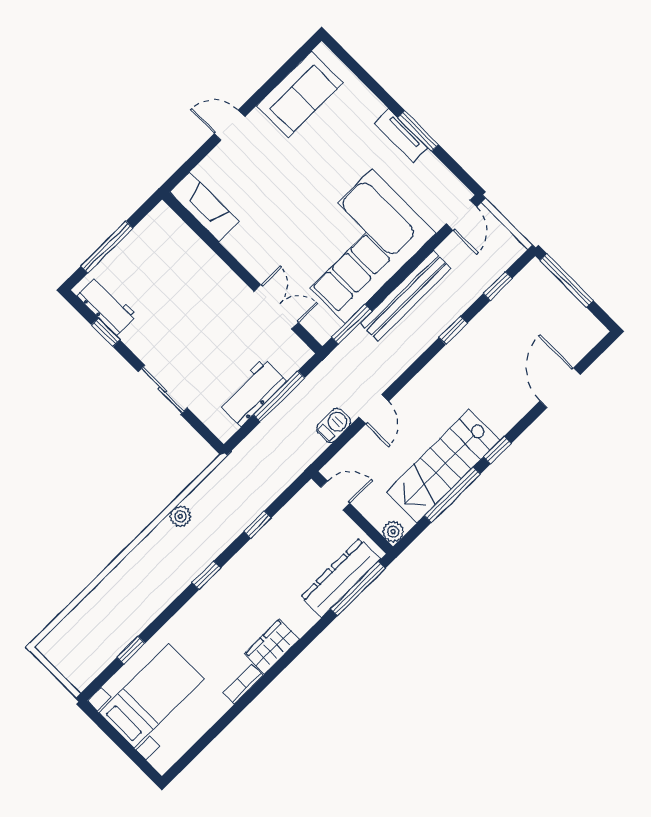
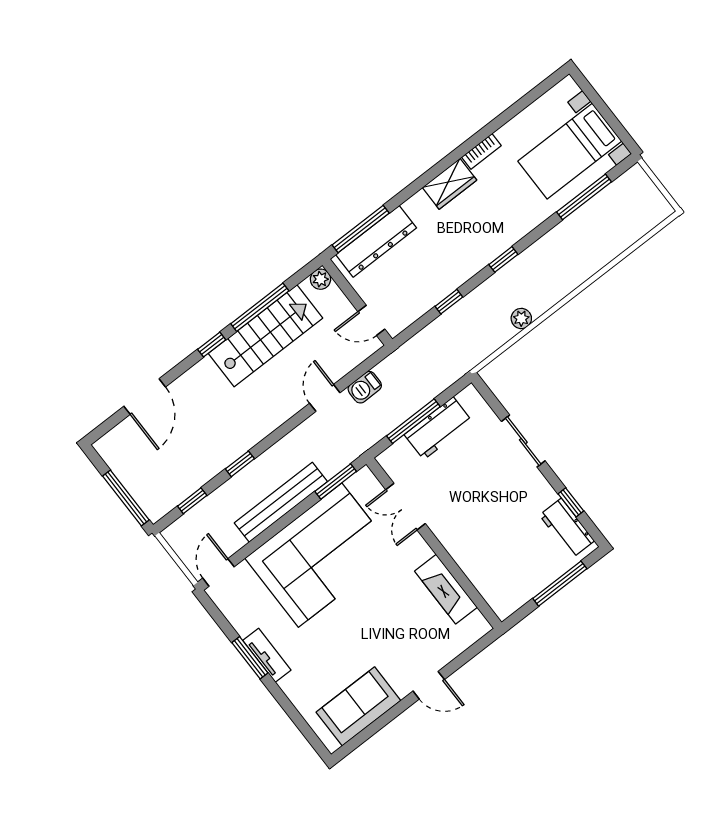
fireplace: (204, 207) -> (446, 589), moved
window: (131, 650) -> (584, 197), width x2.17

